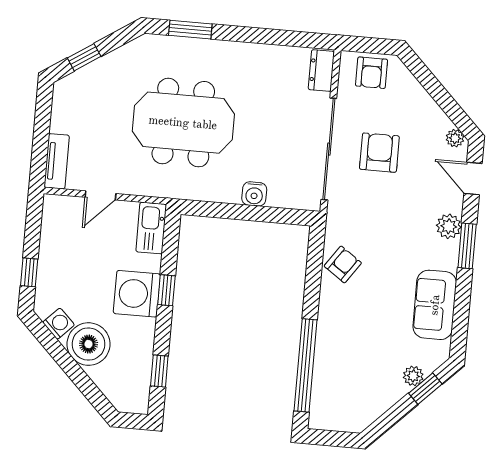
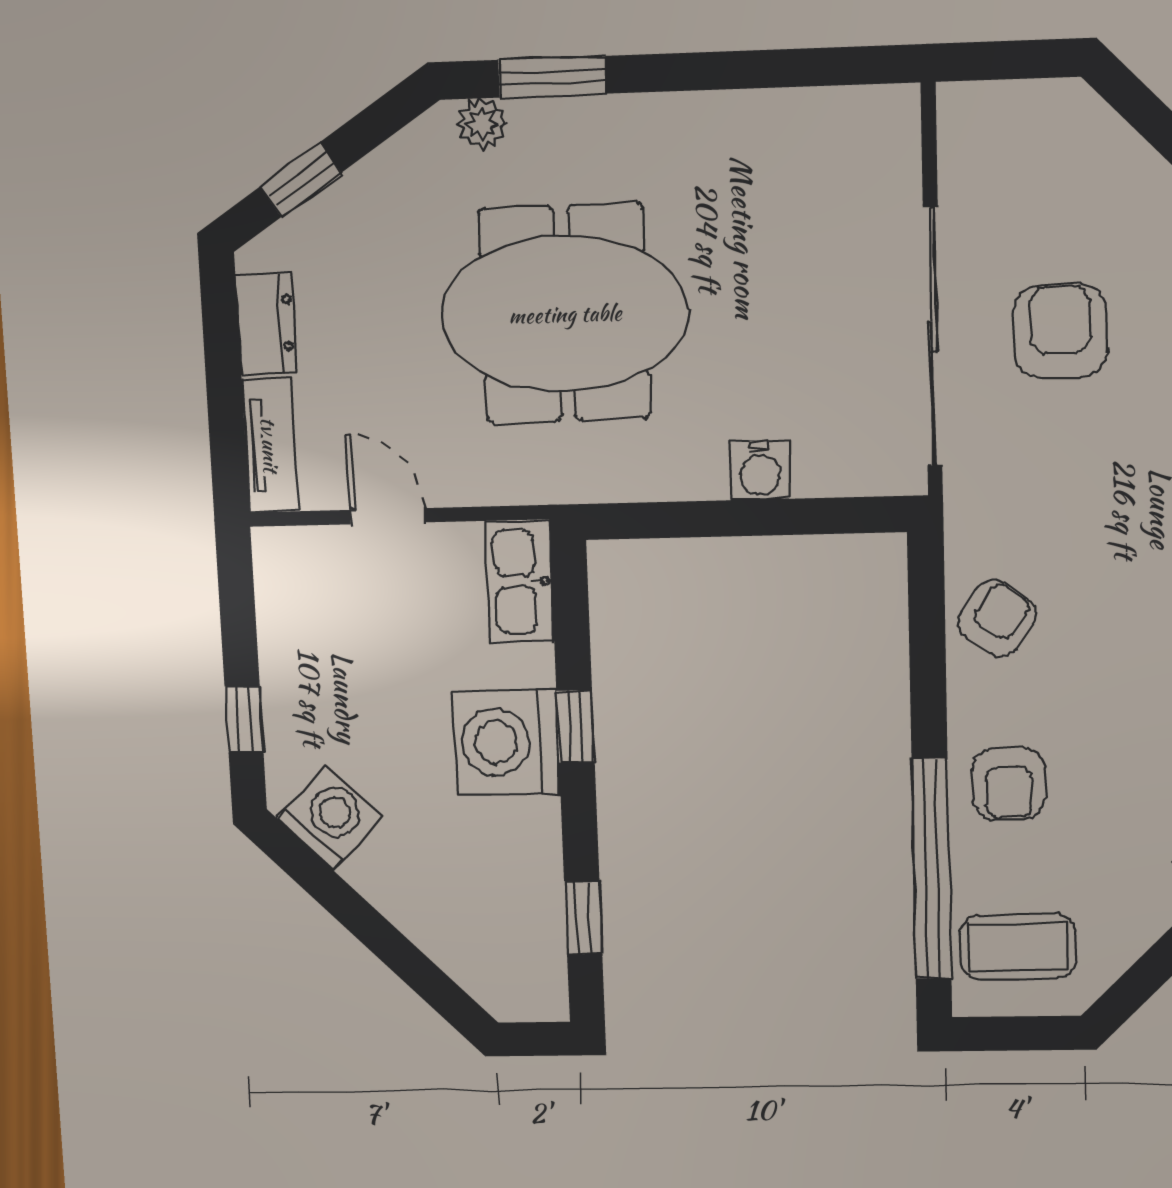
plant: (160, 44) -> (482, 124), added
dresser: (321, 71) -> (266, 323), moved, turned 180
armchair: (372, 73) -> (1009, 784), moved
door: (101, 195) -> (387, 516), swing flipped
washing machine: (59, 324) -> (330, 818), width x1.38, depth x1.38
boiler: (89, 344) -> (408, 872), removed
coffee table: (338, 402) -> (1018, 947), added

